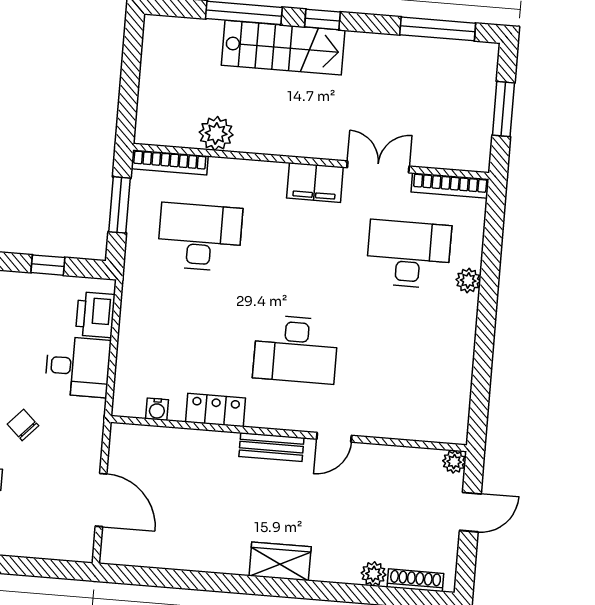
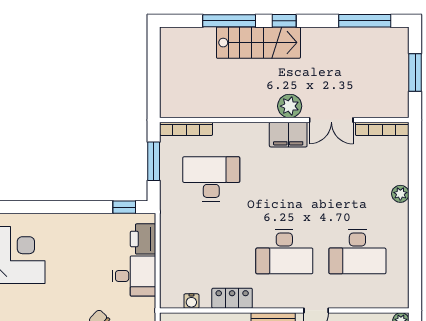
plant: (216, 133) -> (290, 106), moved
double door: (378, 167) -> (331, 120), swing flipped
desk: (409, 254) -> (357, 252), moved, turned 180
window: (48, 265) -> (124, 207), moved

